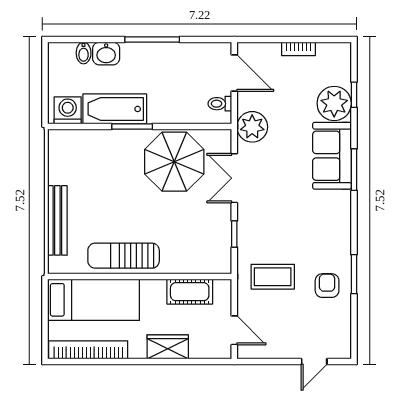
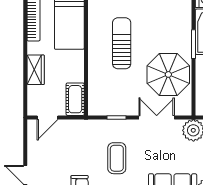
sun lounger: (124, 256) -> (122, 43), moved
coffee table: (273, 277) -> (117, 158), moved
cot: (190, 292) -> (75, 99), moved

